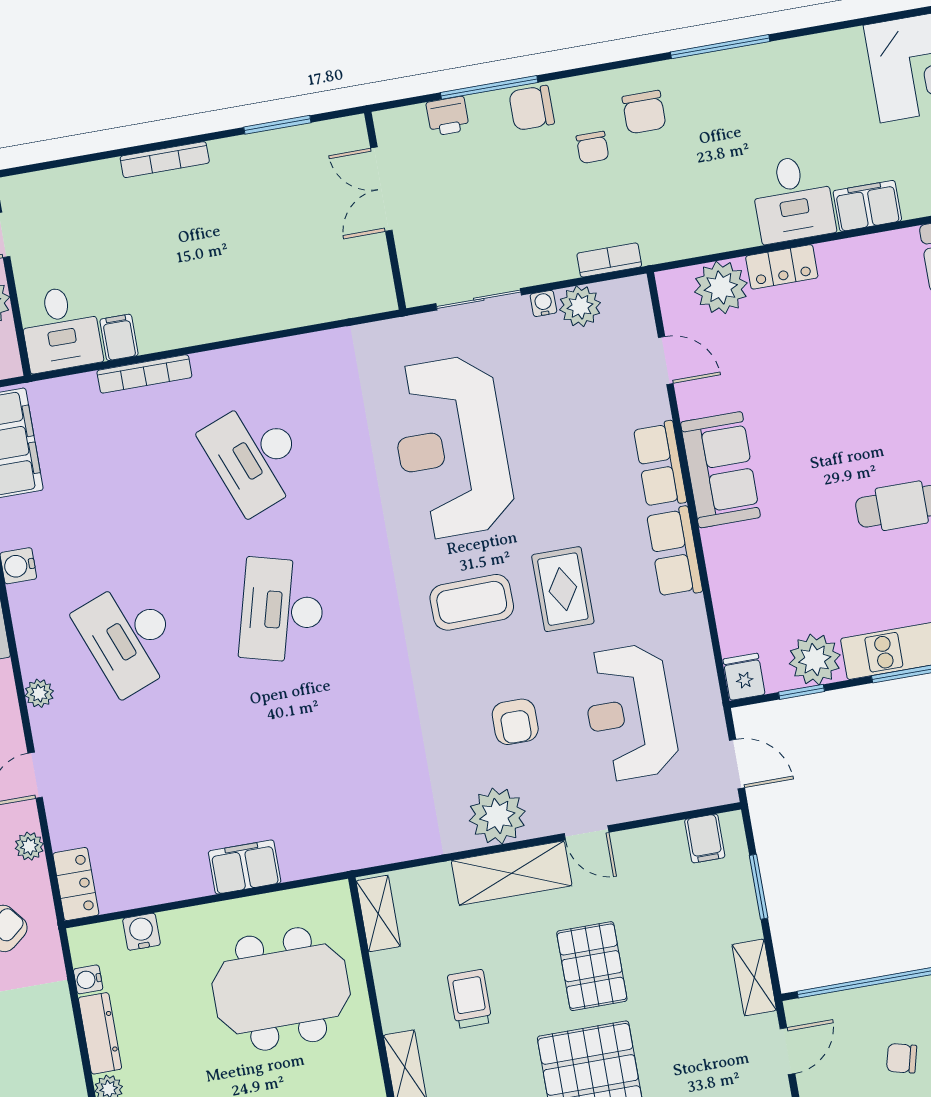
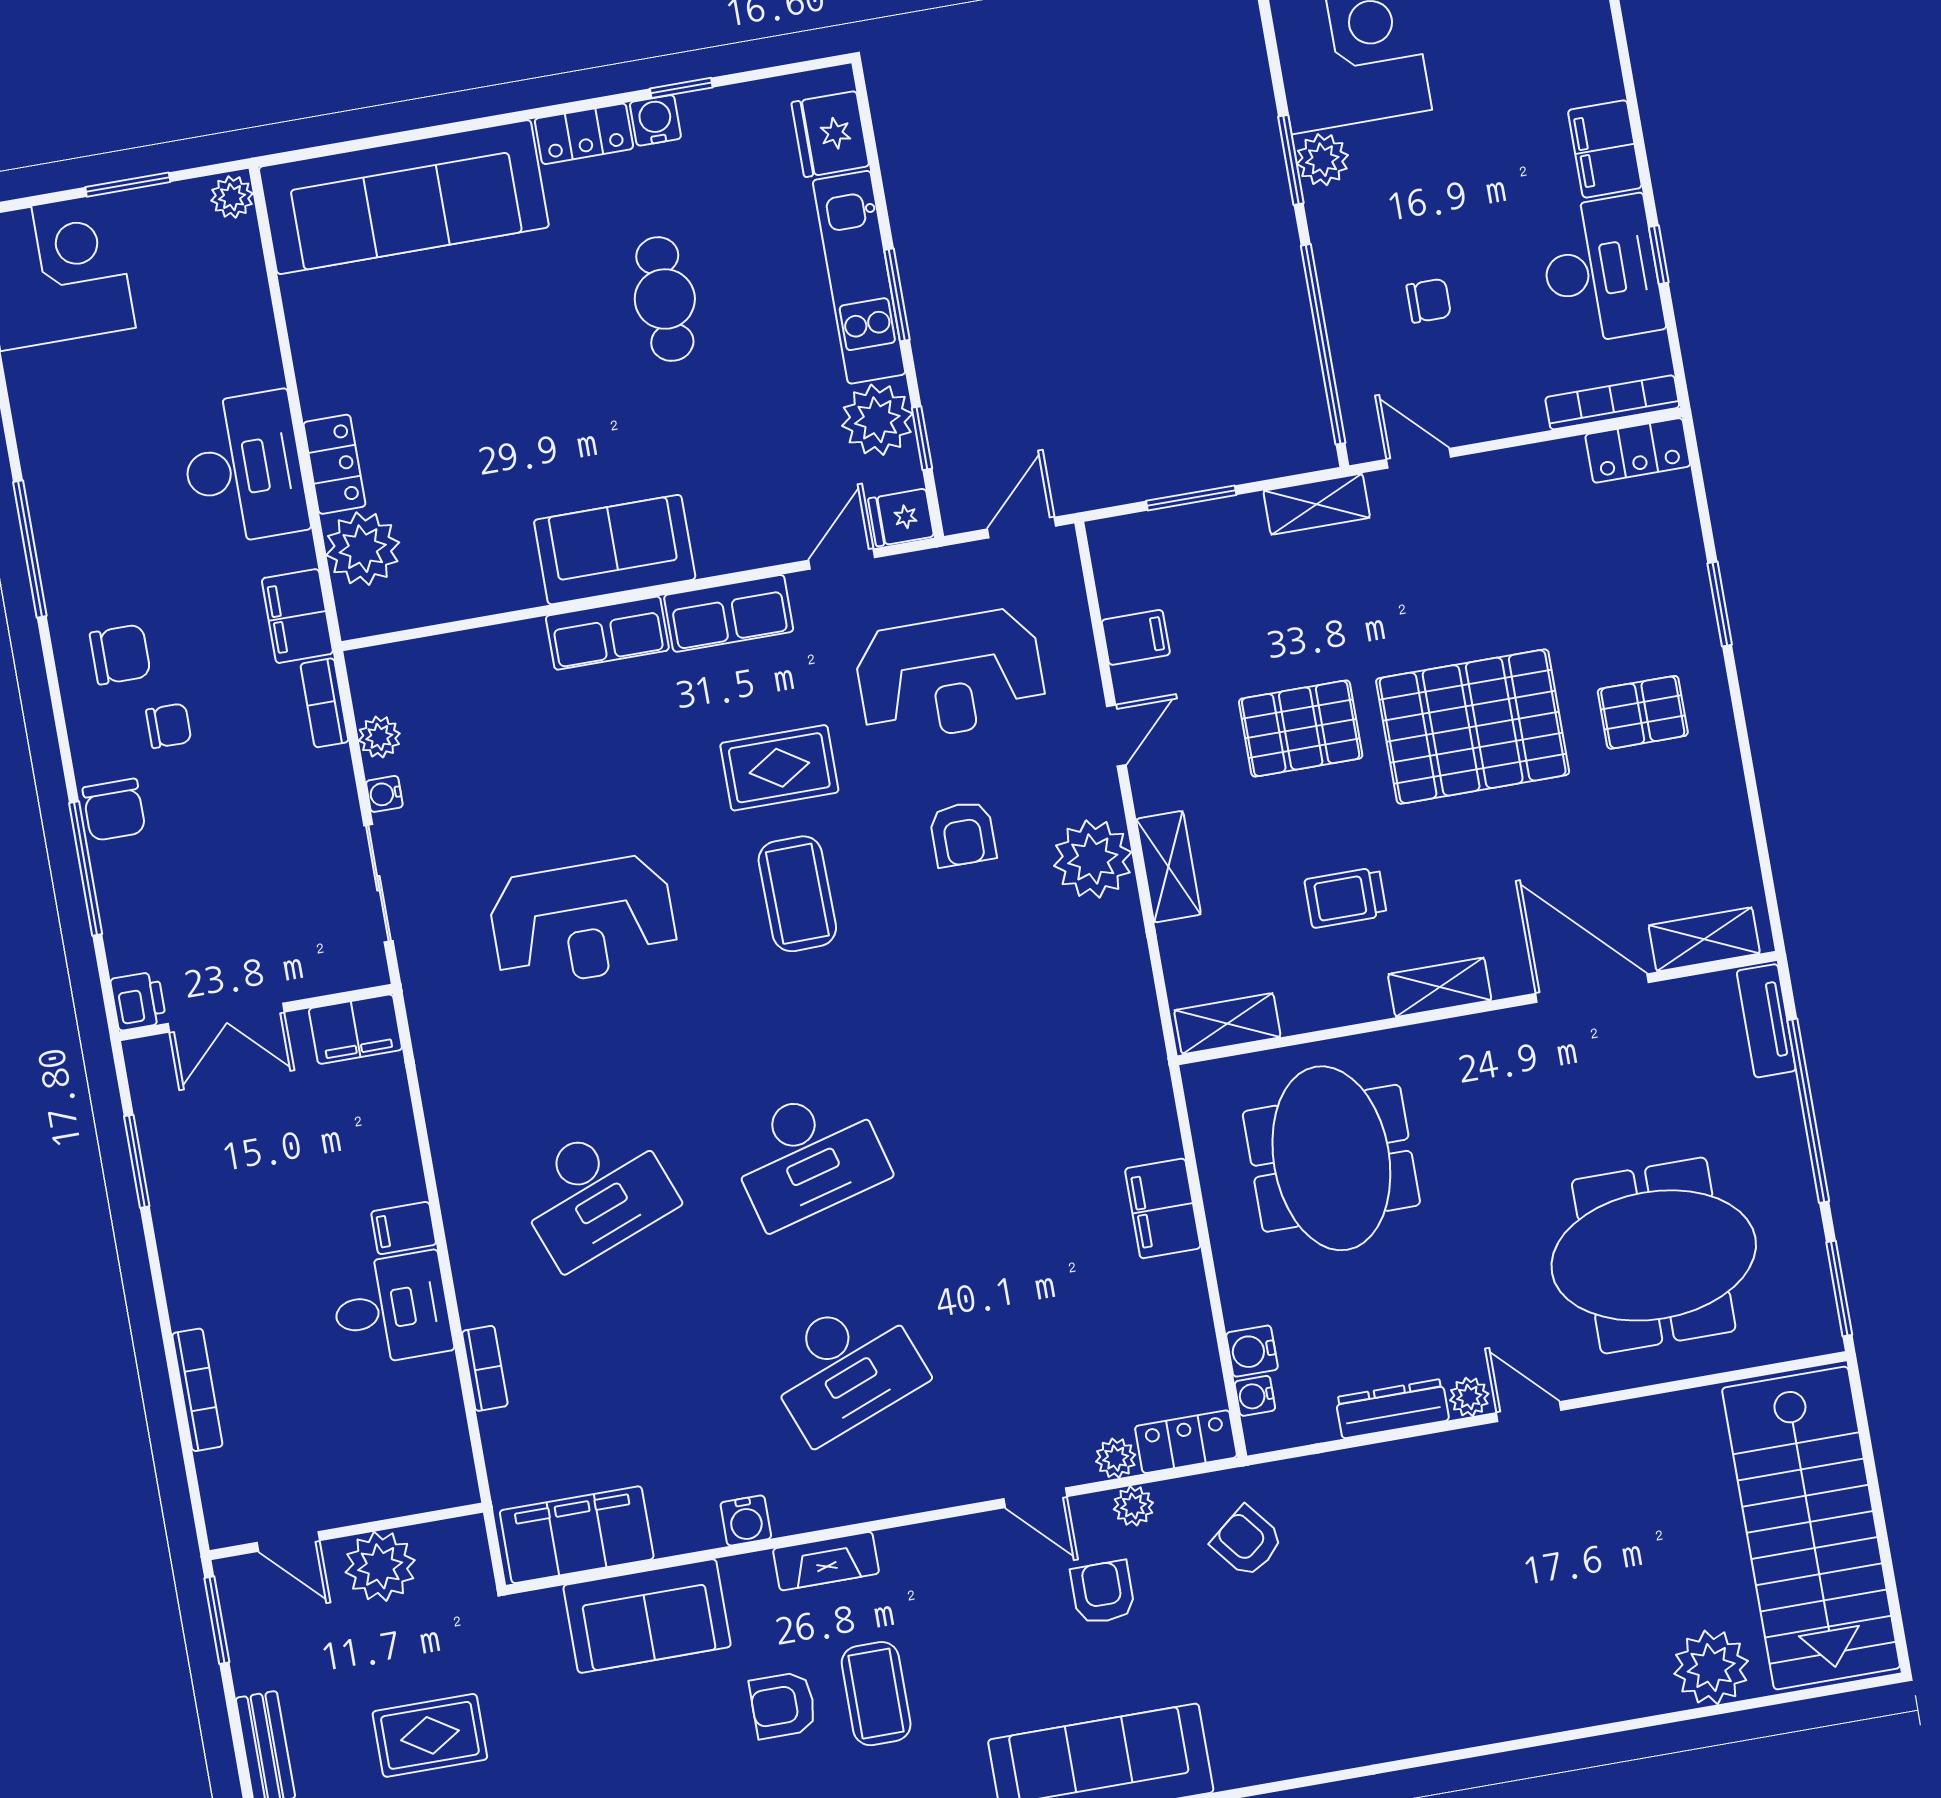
printer: (448, 116) -> (138, 1001), moved
bookcase: (165, 160) -> (197, 1390), moved
desk: (793, 199) -> (244, 468), width x1.37
filing cabinet: (867, 206) -> (297, 616), moved
filing cabinet: (373, 283) -> (355, 1029), added
plant: (580, 306) -> (379, 737), width x0.73, depth x0.73
desk: (61, 329) -> (391, 1309), moved
filing cabinet: (119, 337) -> (404, 1228), moved
door: (666, 360) -> (842, 559), moved
bookcase: (144, 374) -> (485, 1368), width x0.64
reception desk: (451, 447) -> (583, 922), width x0.74, depth x0.77
desk: (282, 610) -> (808, 1156), turned -30
plant: (39, 693) -> (1116, 1458), moved
armchair: (515, 722) -> (963, 834), turned 90
filing cabinet: (705, 838) -> (1136, 637), moved
shelving: (512, 873) -> (1169, 867), width x0.67, depth x0.75
water cooler: (88, 979) -> (1255, 1396), moved, turned 90
chair: (902, 1058) -> (1429, 301), turned -104

